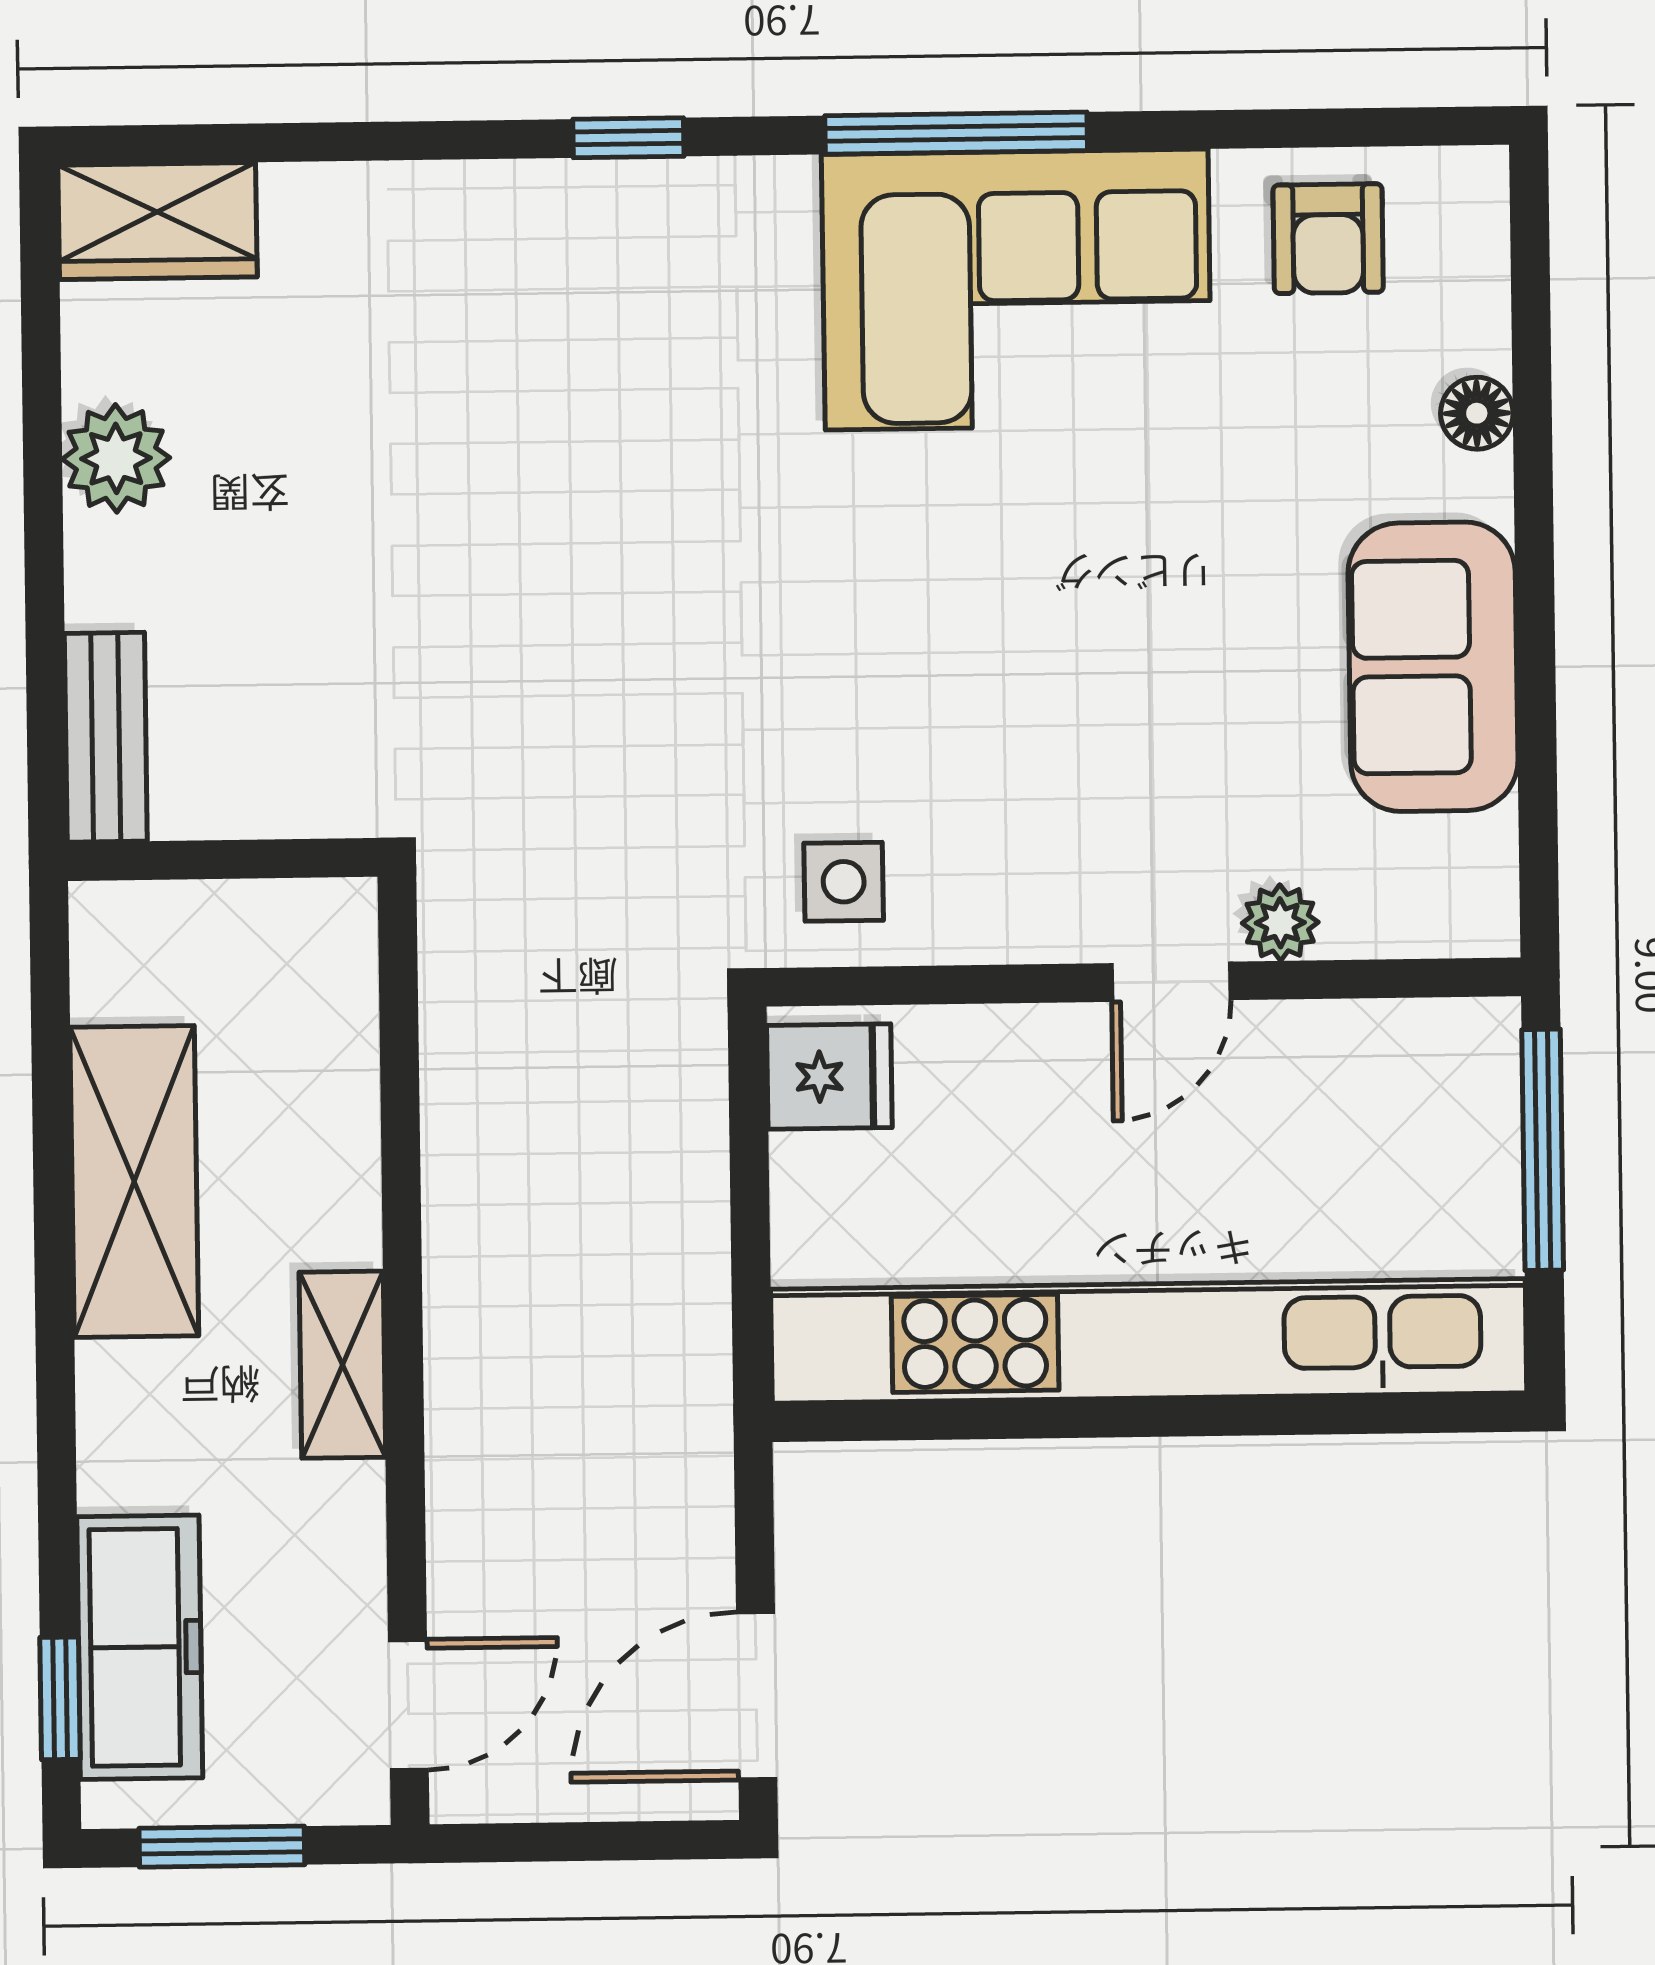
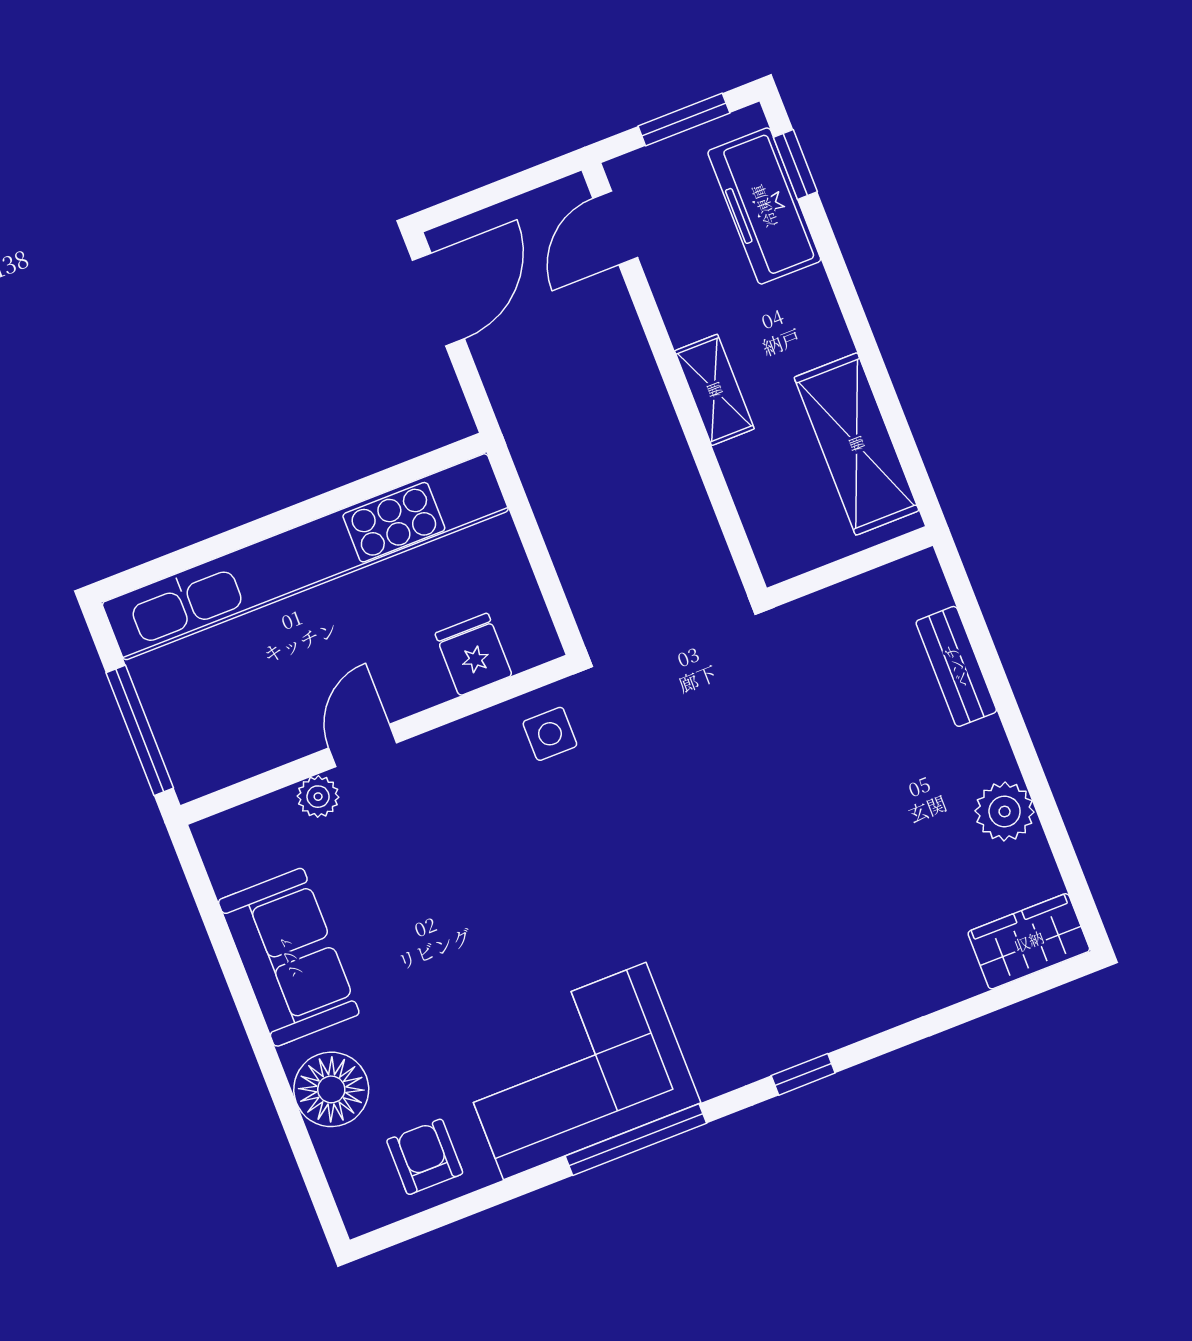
floor lamp: (1477, 413) -> (331, 1089), width x1.89, depth x1.89
wall: (222, 859) -> (850, 567), moved
fridge: (829, 1077) -> (473, 654), moved, turned 90

